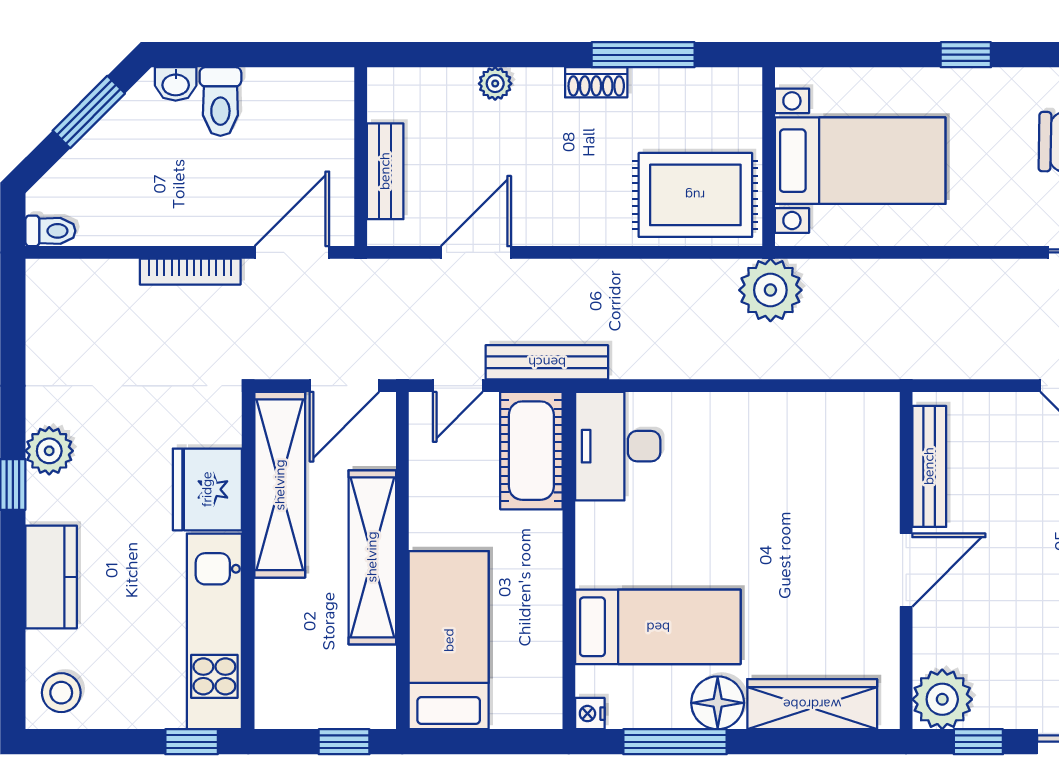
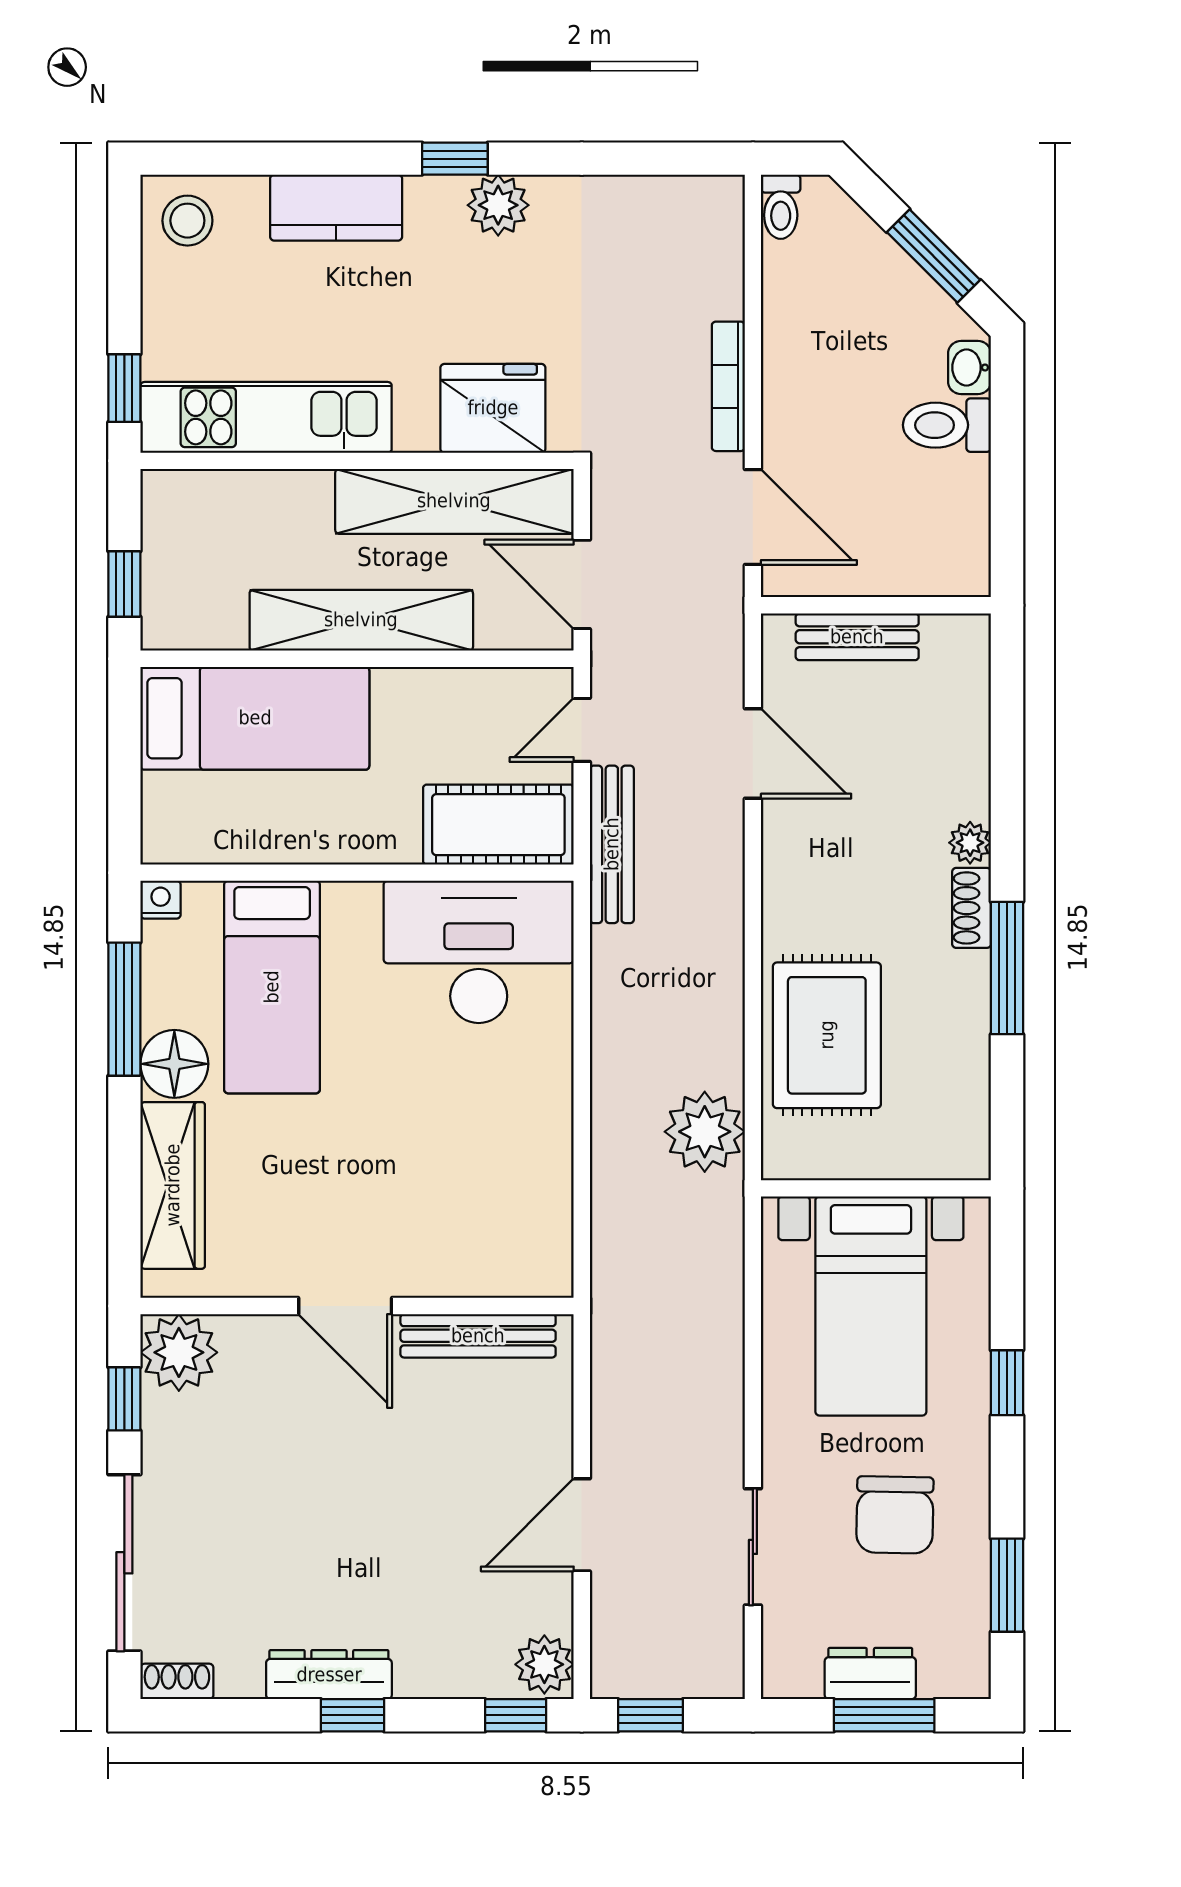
plant: (495, 84) -> (970, 843), moved
wall: (769, 157) -> (876, 1188), moved
bed with nightstands: (860, 161) -> (871, 1306), moved
door: (458, 386) -> (582, 730), hinge flipped
desk: (618, 446) -> (479, 952), width x1.36, depth x1.30
fridge: (207, 489) -> (493, 408), moved

